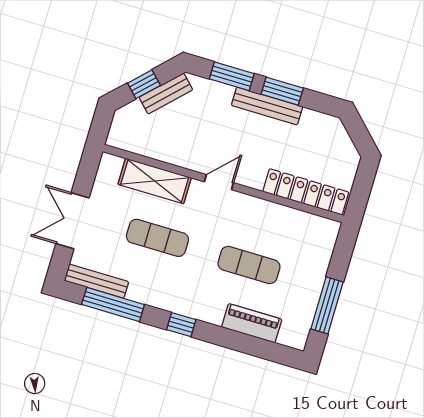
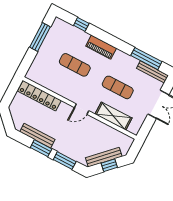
bench: (166, 93) -> (104, 157), width x1.36
bench: (267, 106) -> (37, 136), moved
piano: (252, 323) -> (101, 47), moved
window: (181, 325) -> (81, 24), moved

